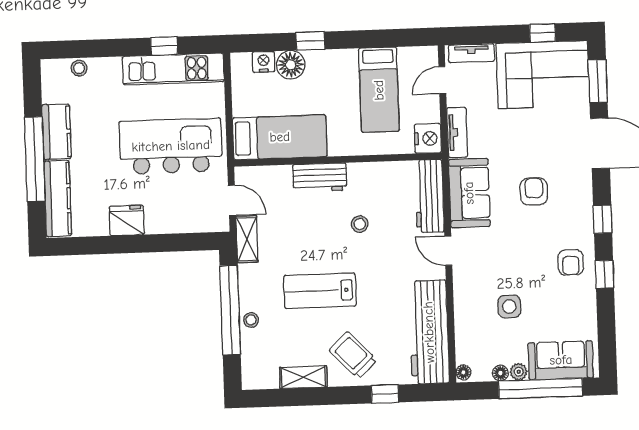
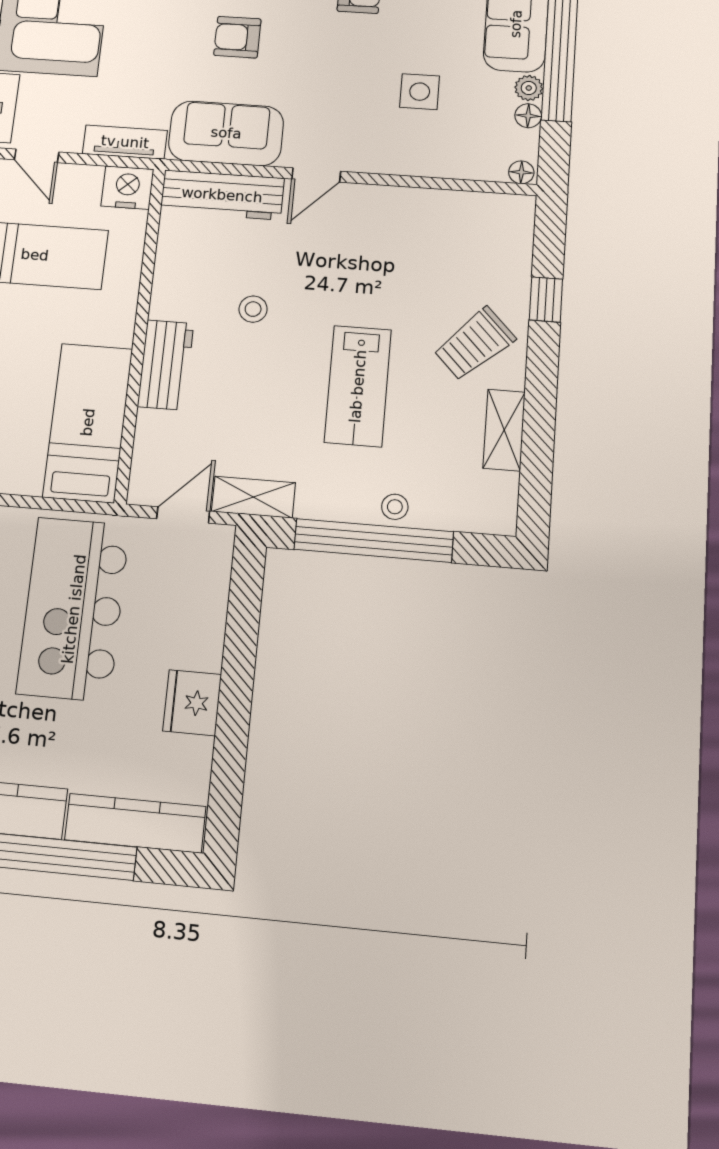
workbench: (429, 332) -> (448, 219), removed

